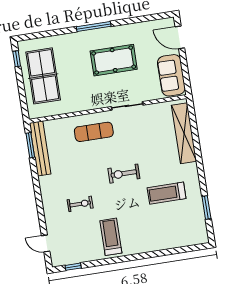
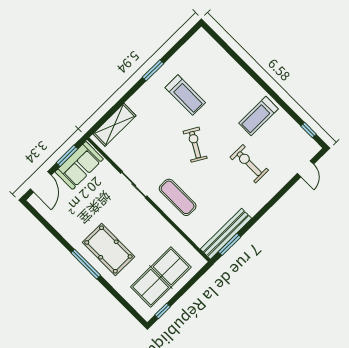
pool table: (114, 60) -> (108, 249), moved
window: (185, 71) -> (67, 156), added
shelving: (184, 133) -> (115, 125), width x0.68
exercise bike: (124, 174) -> (195, 145), turned -150
exercise bike: (80, 204) -> (249, 164), width x1.38, depth x1.39
window: (206, 208) -> (153, 70), moved

